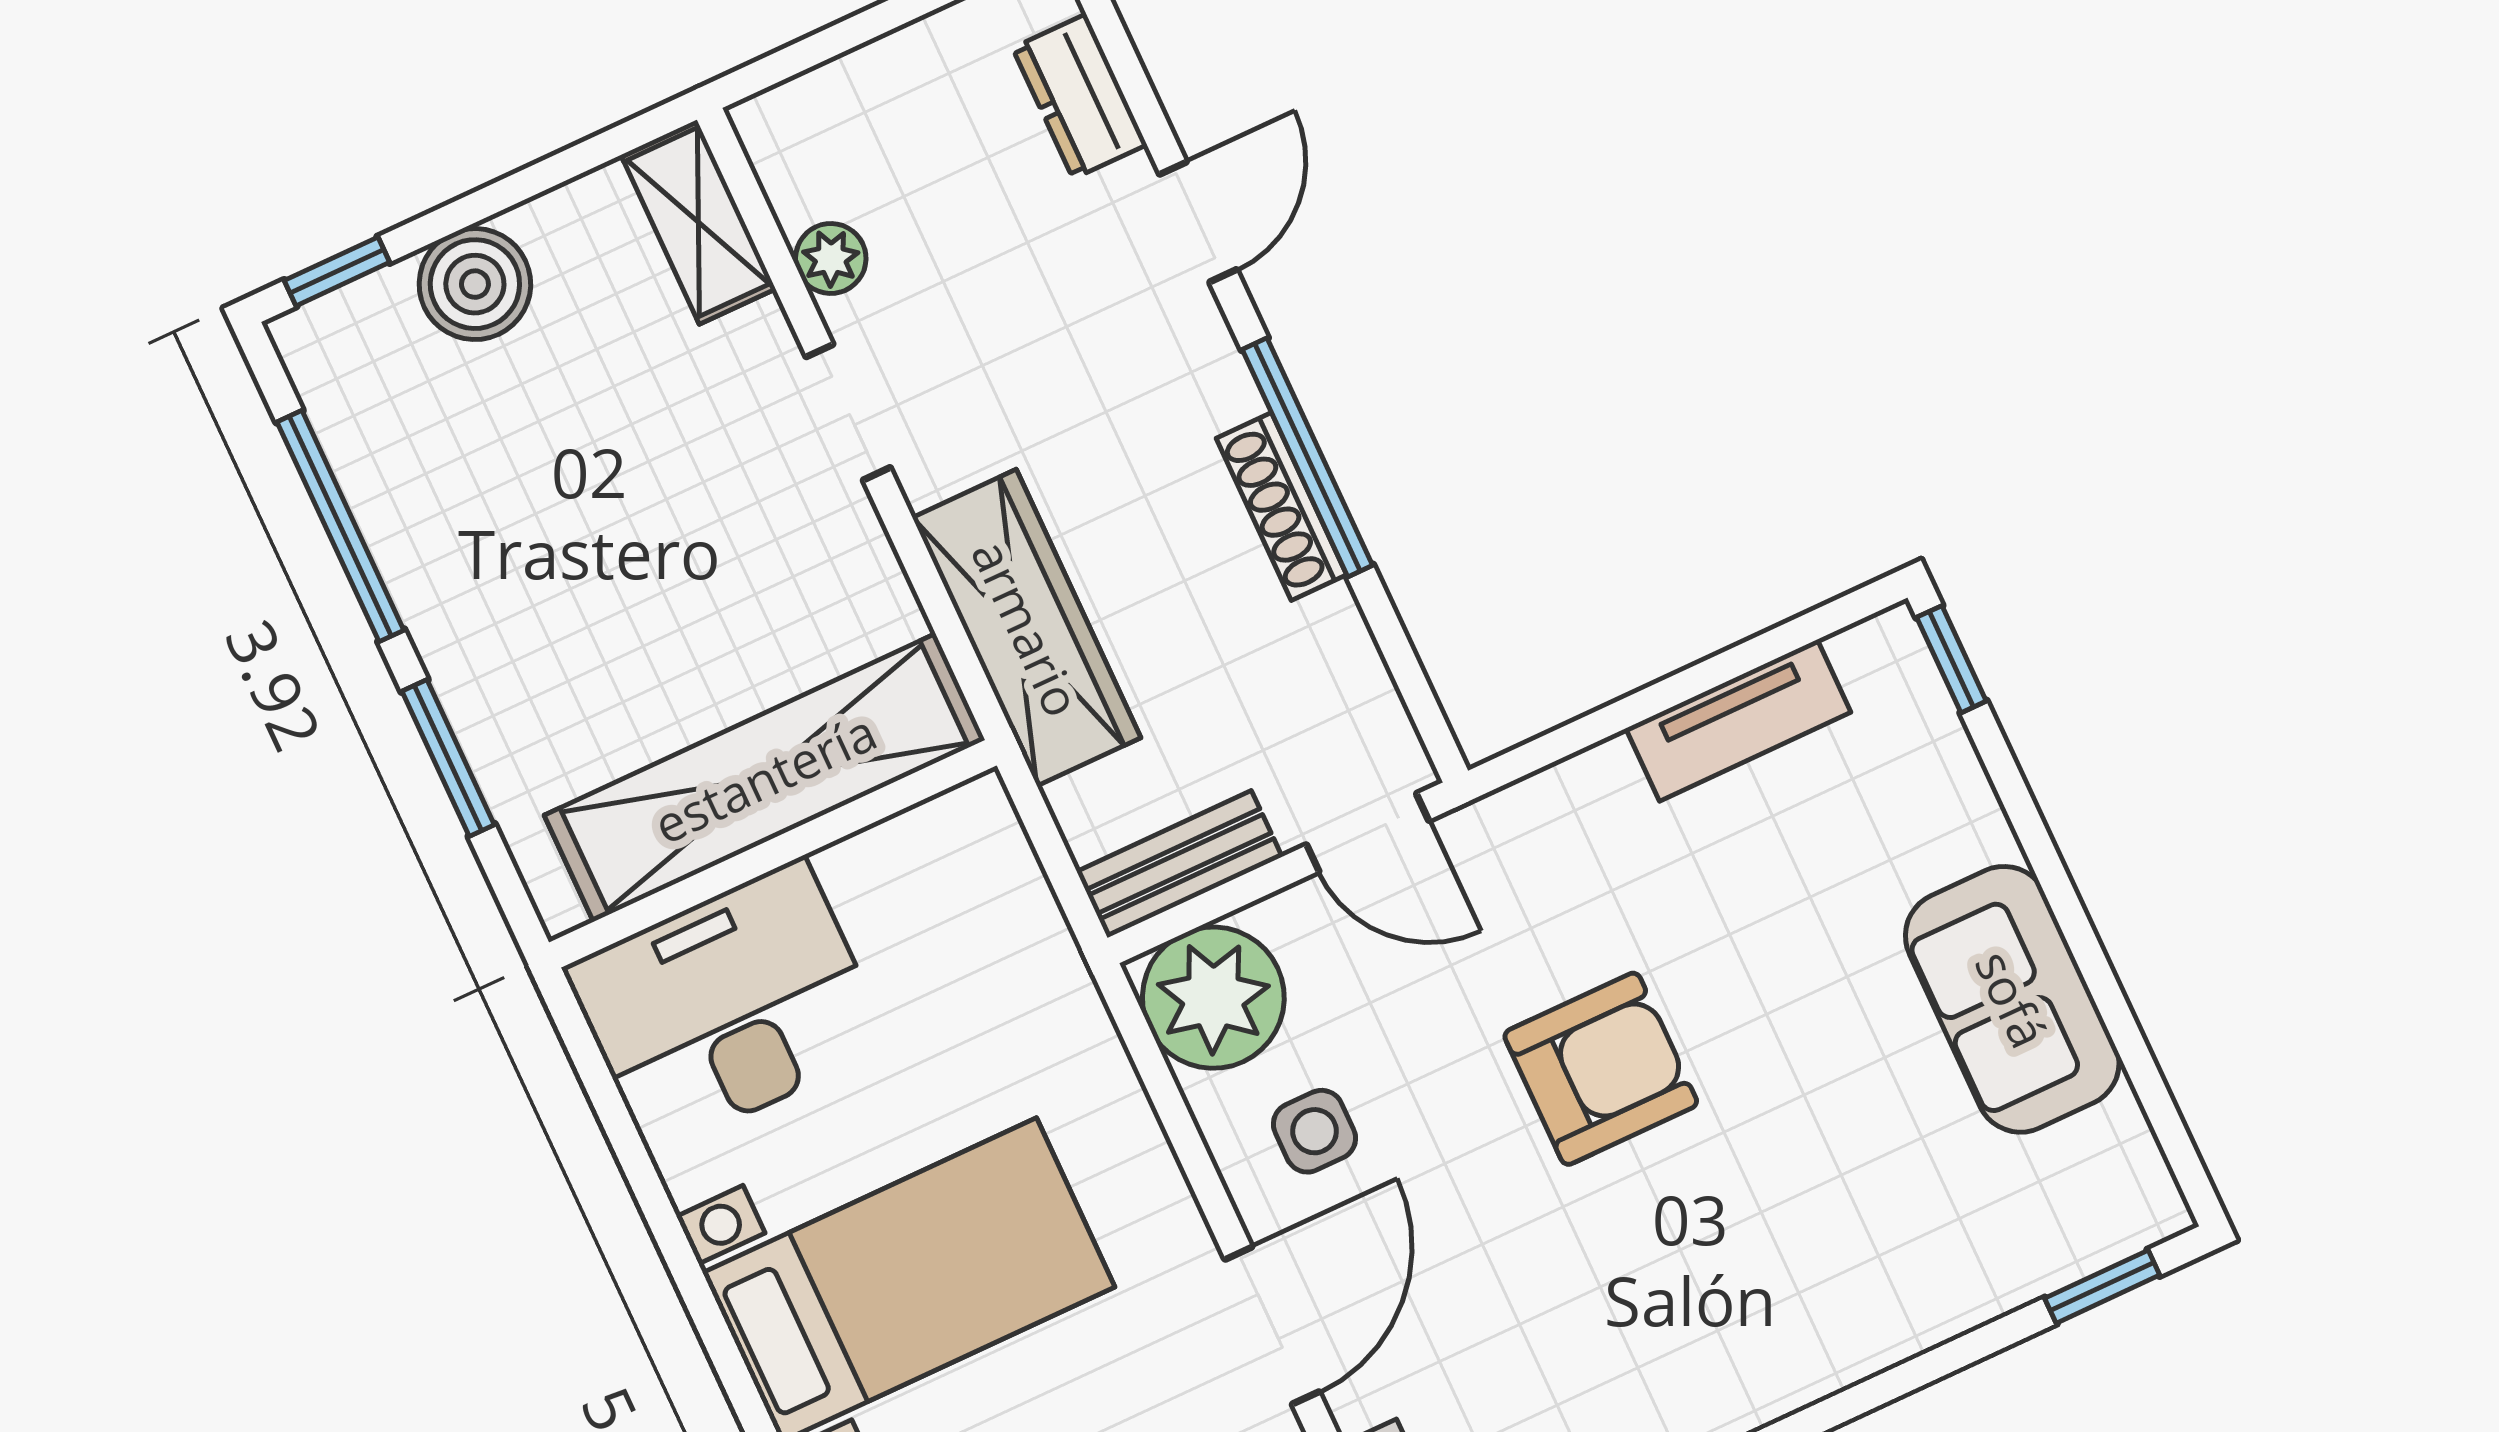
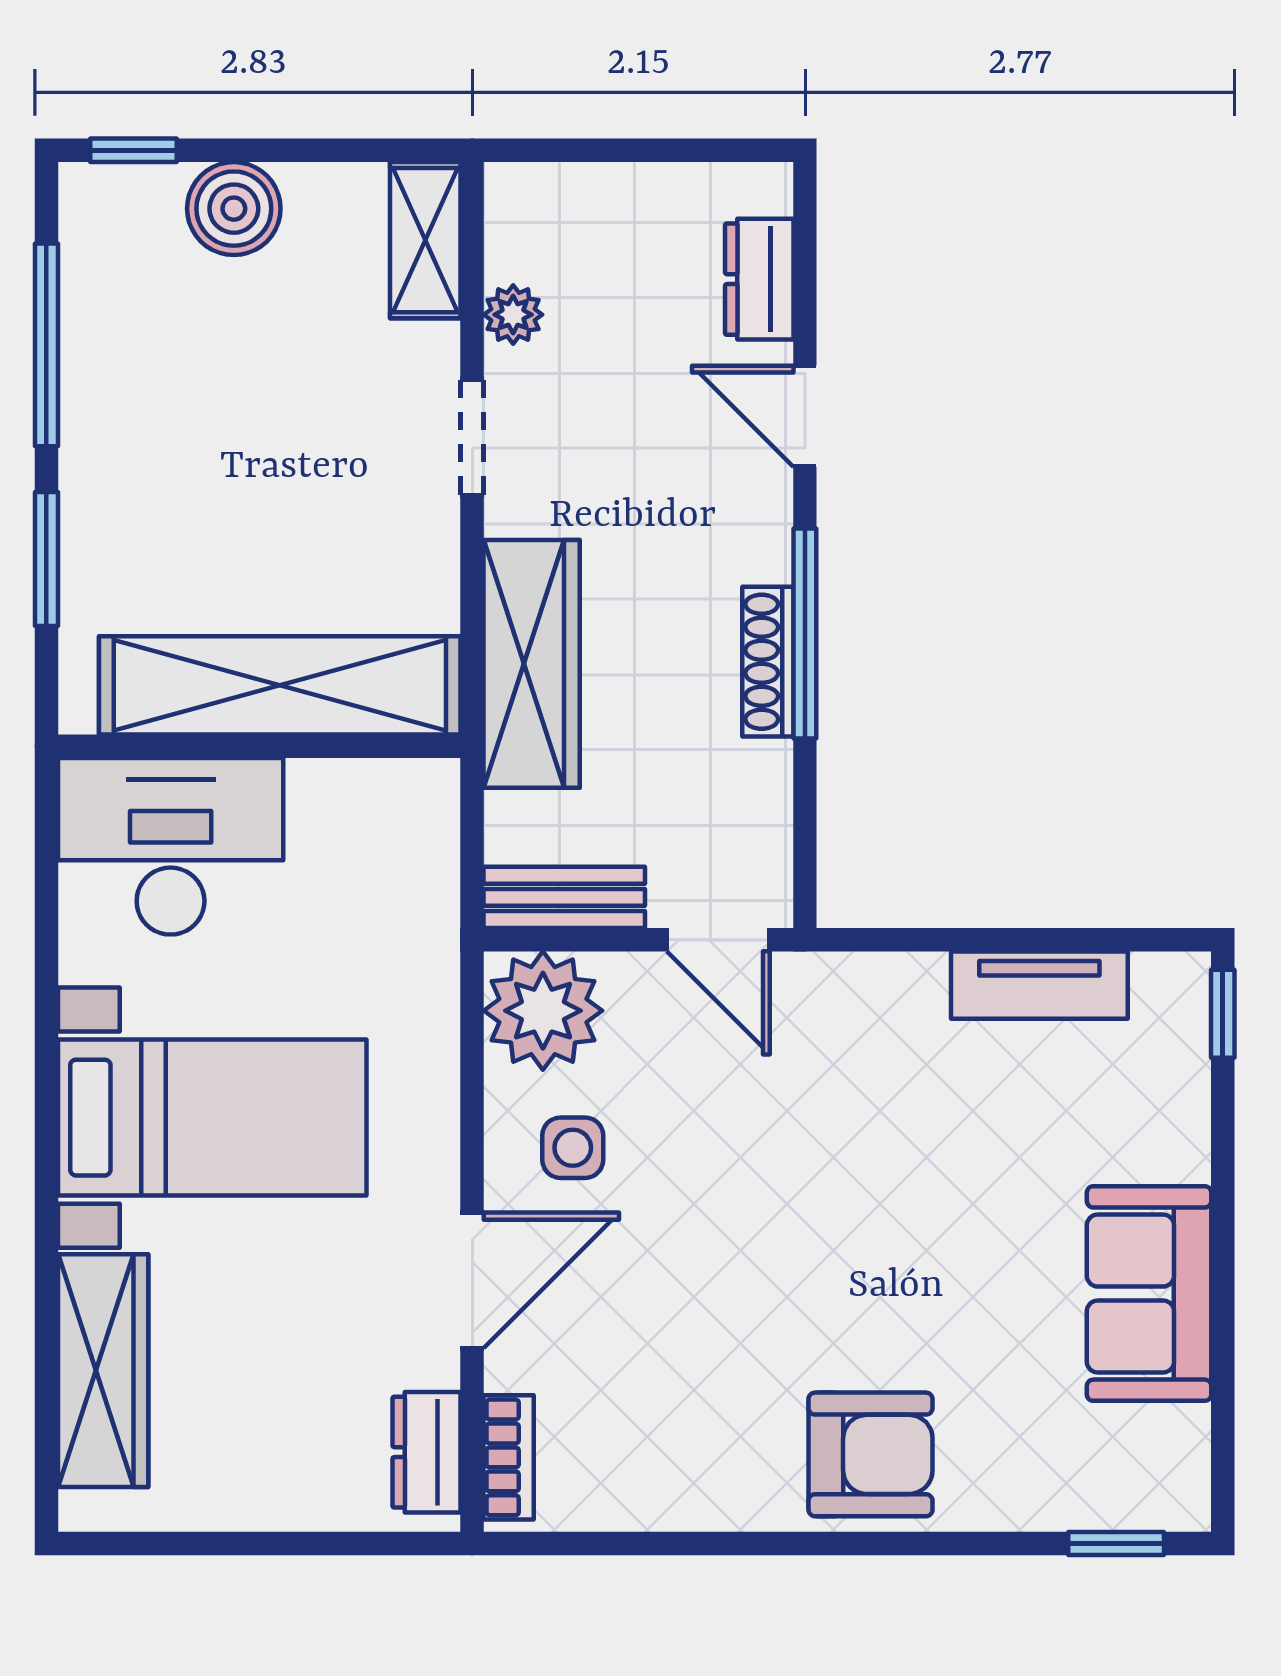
door: (1198, 222) -> (805, 416), swing flipped
armchair: (1601, 1069) -> (871, 1454), moved

